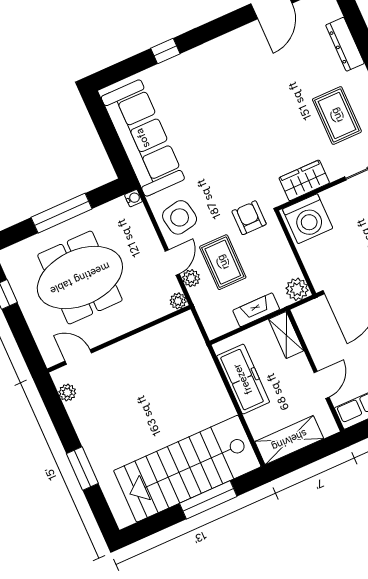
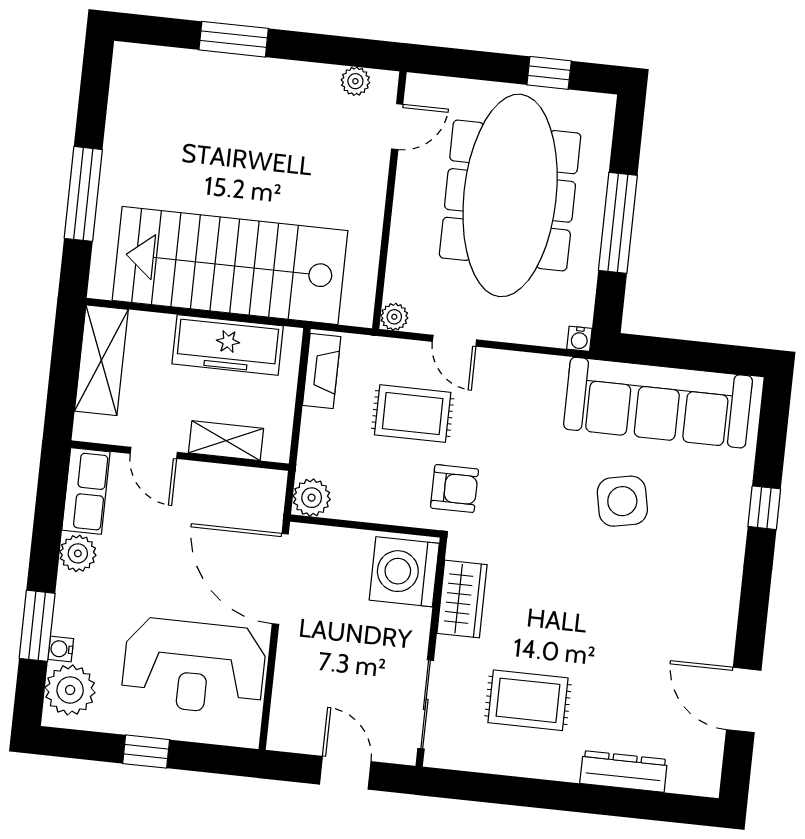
side table: (180, 217) -> (622, 501), moved
meeting table: (80, 278) -> (510, 195), width x1.36
plant: (191, 278) -> (416, 355), removed
fireplace: (256, 310) -> (322, 371), moved
shelving: (286, 335) -> (226, 441), moved
stairs: (187, 469) -> (230, 265), moved, turned -90

